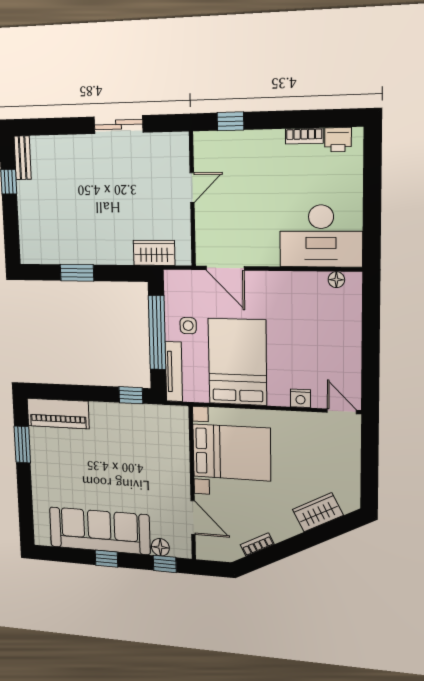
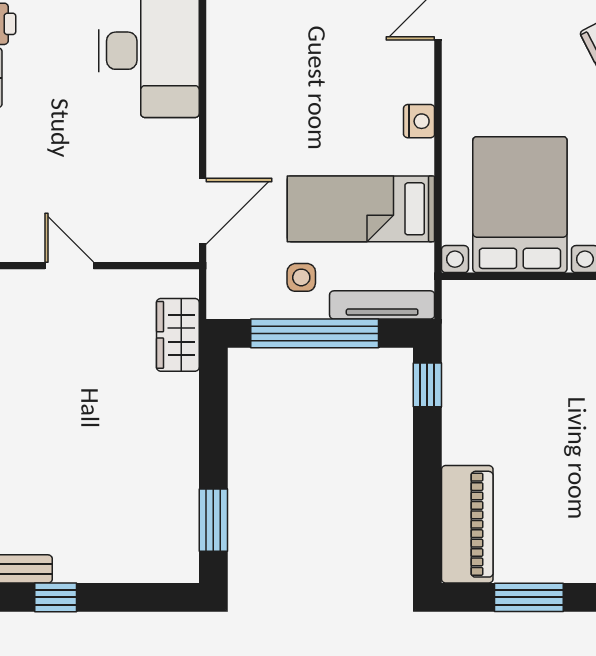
window: (77, 273) -> (213, 520), moved
floor lamp: (336, 280) -> (219, 26), removed
bed: (237, 362) -> (361, 209), width x0.67
nightstand: (301, 398) -> (419, 121), moved

